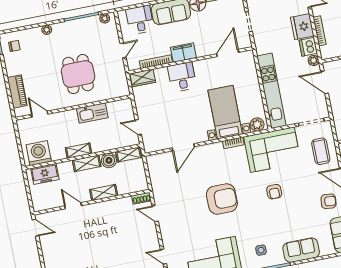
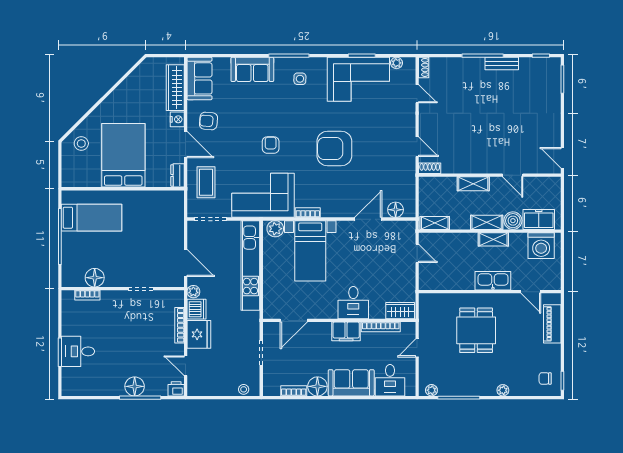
kitchen sink: (92, 113) -> (493, 281), moved
floor lamp: (163, 159) -> (396, 210), added
boiler: (109, 160) -> (513, 221), moved

